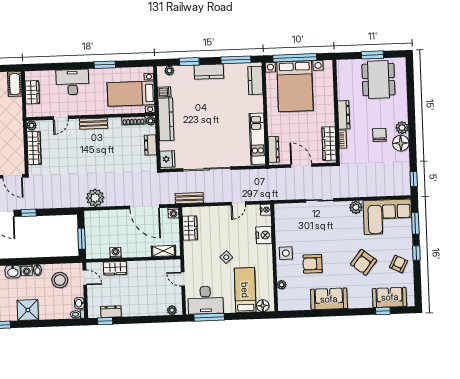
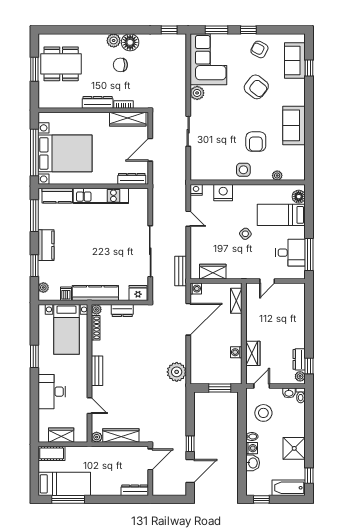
kitchen unit: (257, 139) -> (101, 196), moved
desk: (205, 300) -> (291, 253), width x0.73
plant: (172, 310) -> (300, 376), moved

